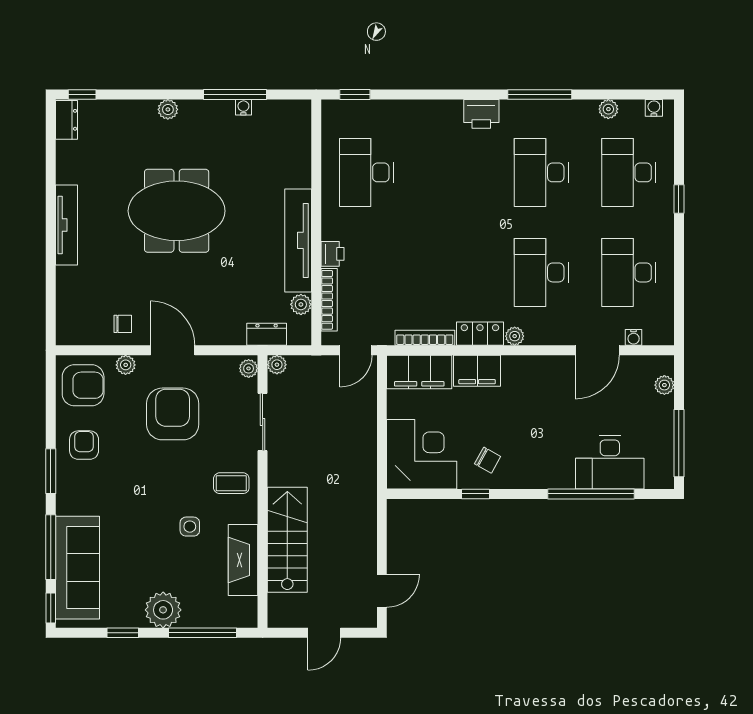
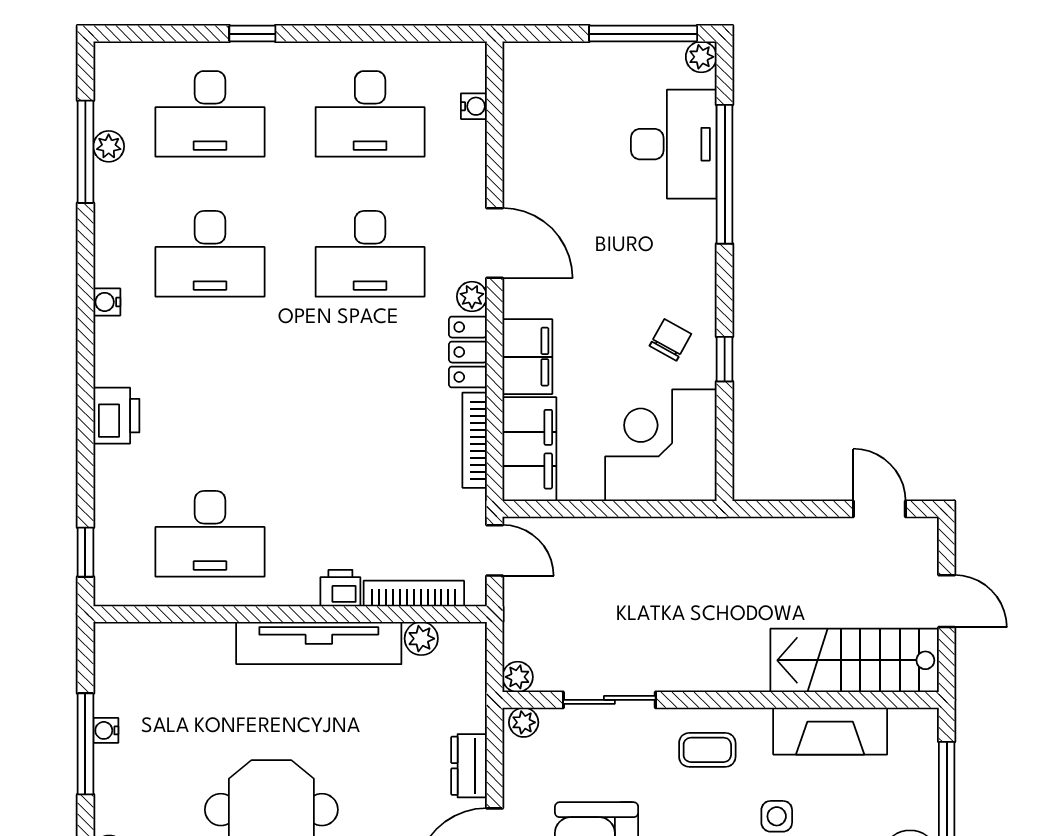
window: (540, 95) -> (85, 152), moved
water cooler: (654, 108) -> (107, 302), moved
printer: (481, 114) -> (116, 416), moved
dresser: (267, 334) -> (469, 766), moved
door: (597, 350) -> (495, 243), moved
plant: (664, 385) -> (701, 57), moved
coffee table: (231, 483) -> (707, 750), turned 90
stairs: (287, 540) -> (855, 660), moved

